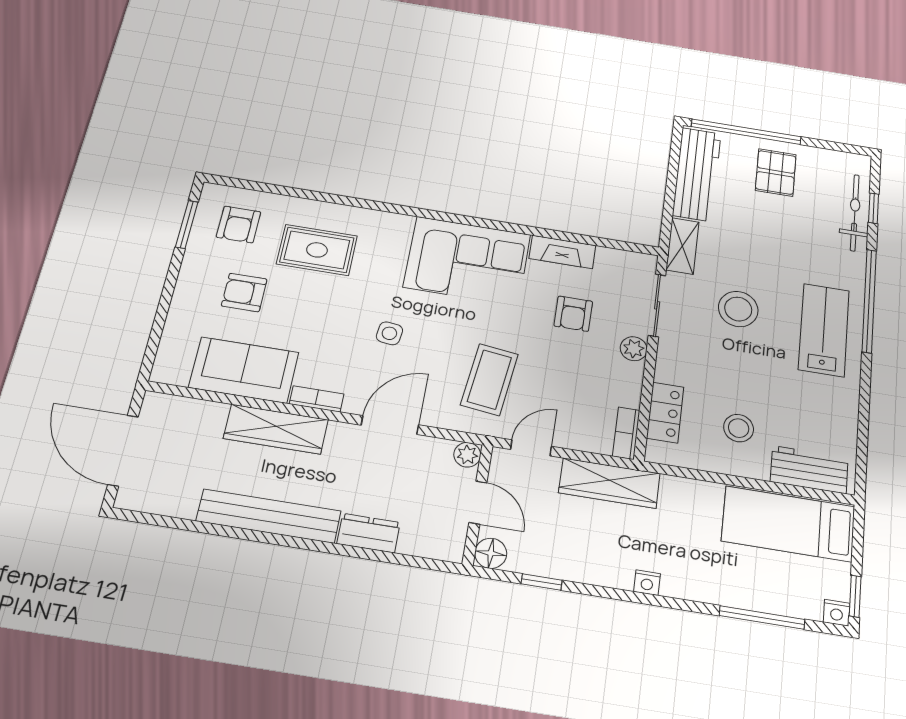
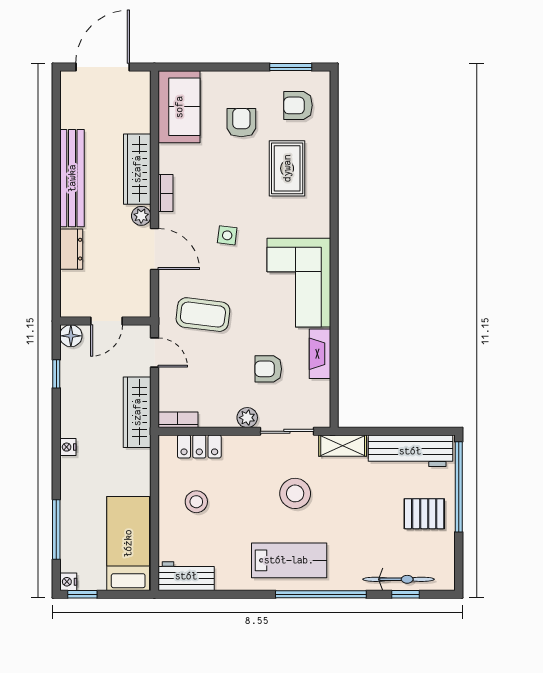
sofa: (244, 370) -> (179, 107), moved
plant: (467, 455) -> (141, 216), moved
workbench: (809, 470) -> (186, 576), moved, turned -90

